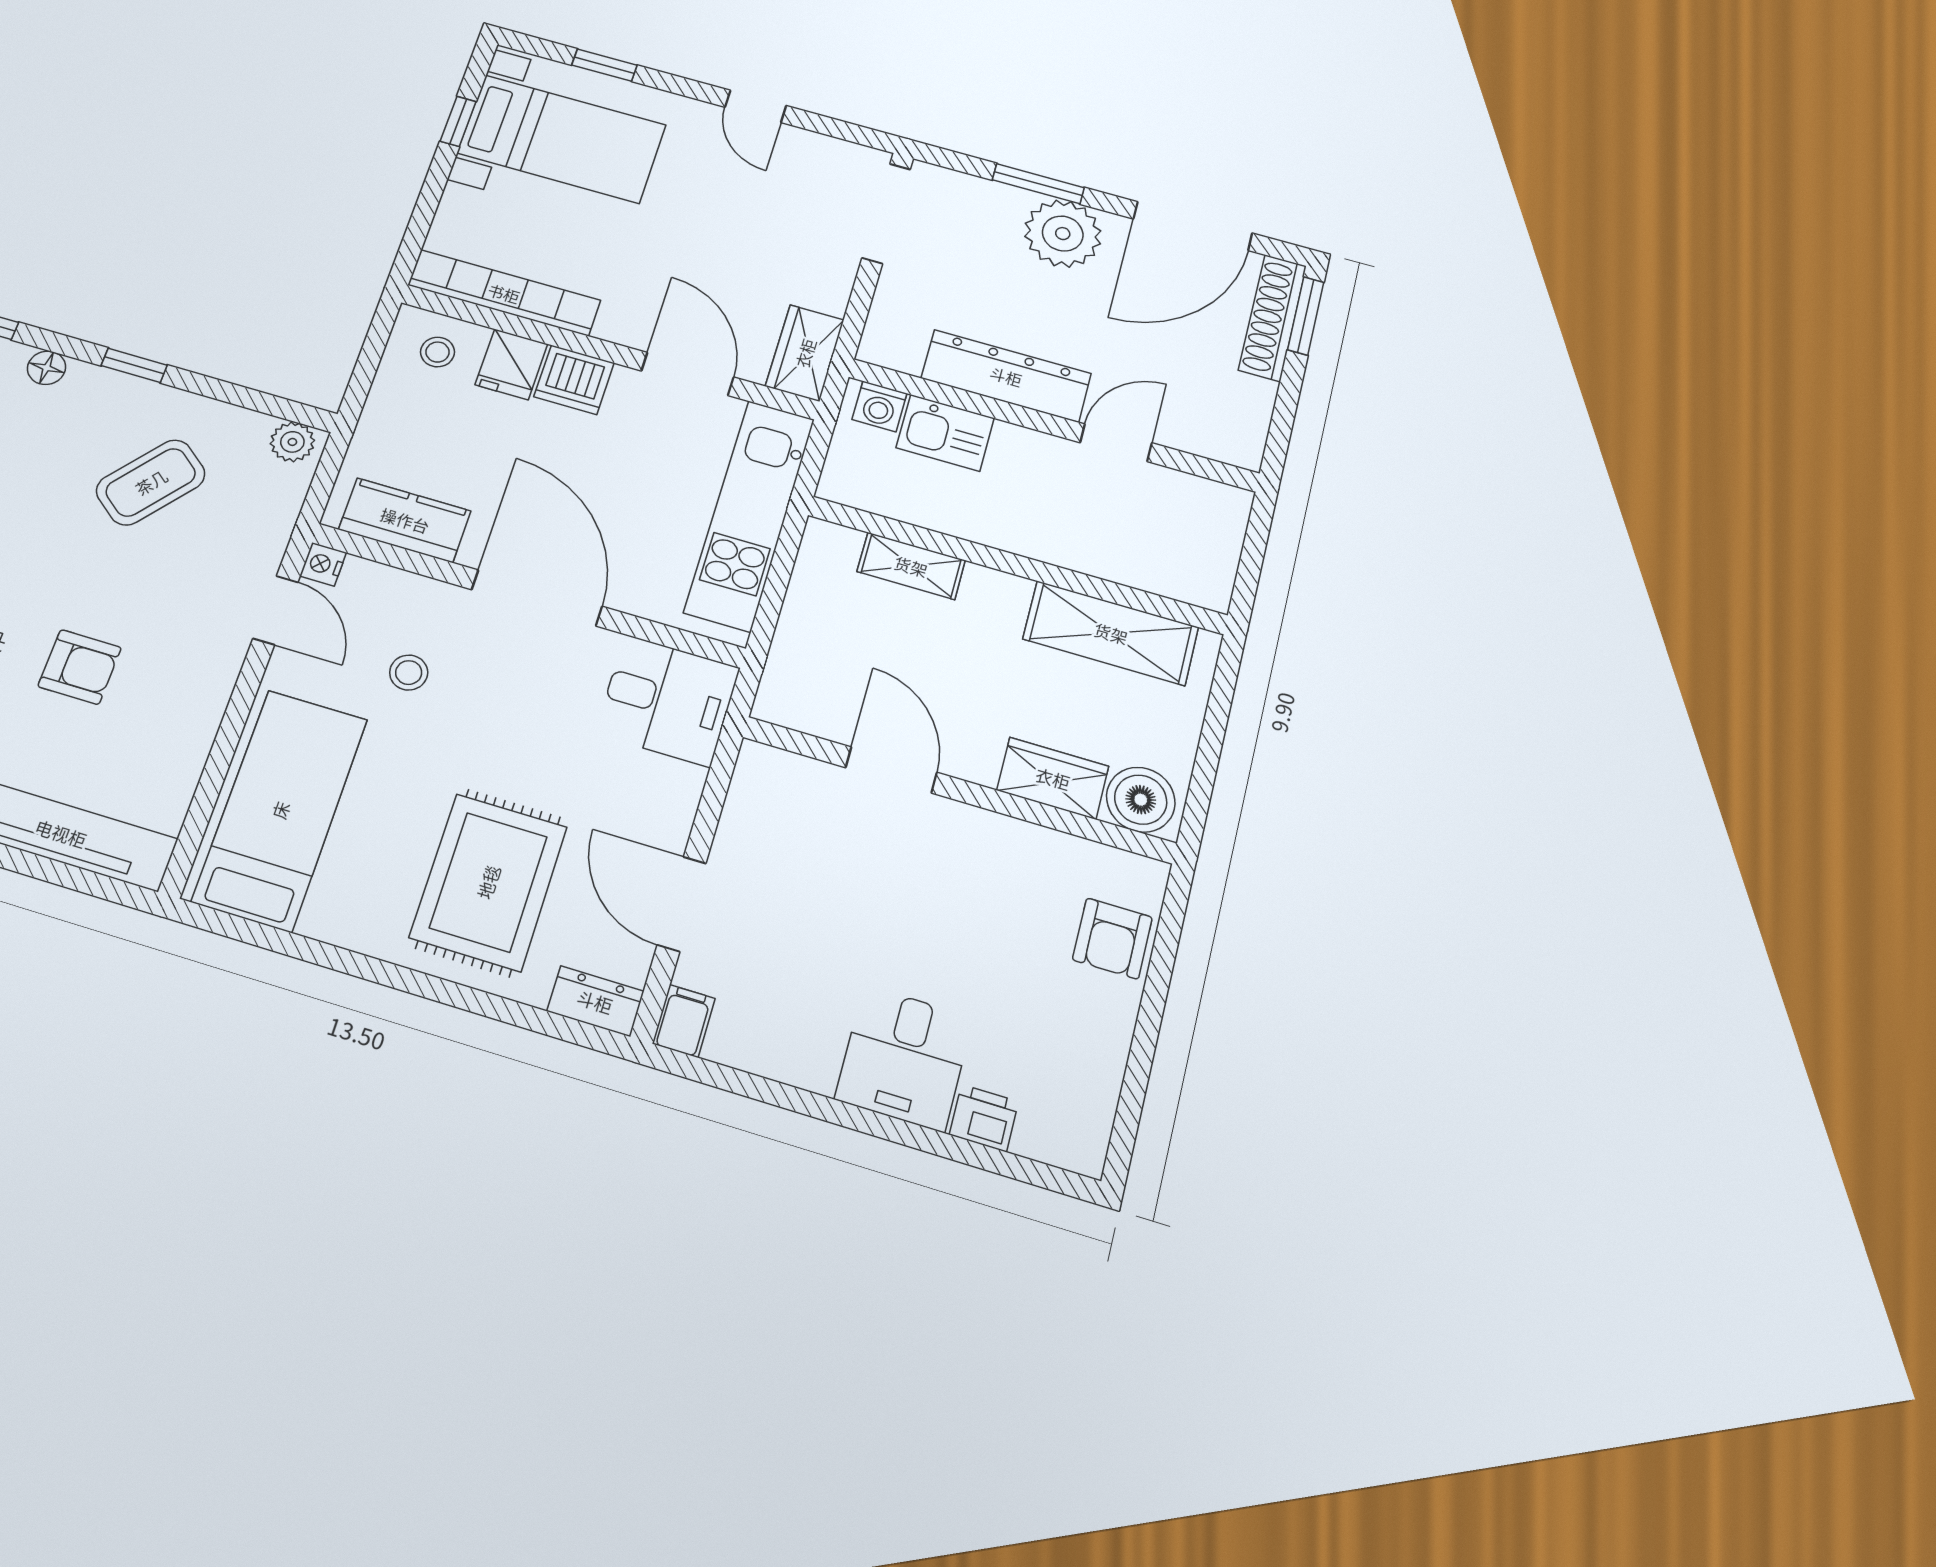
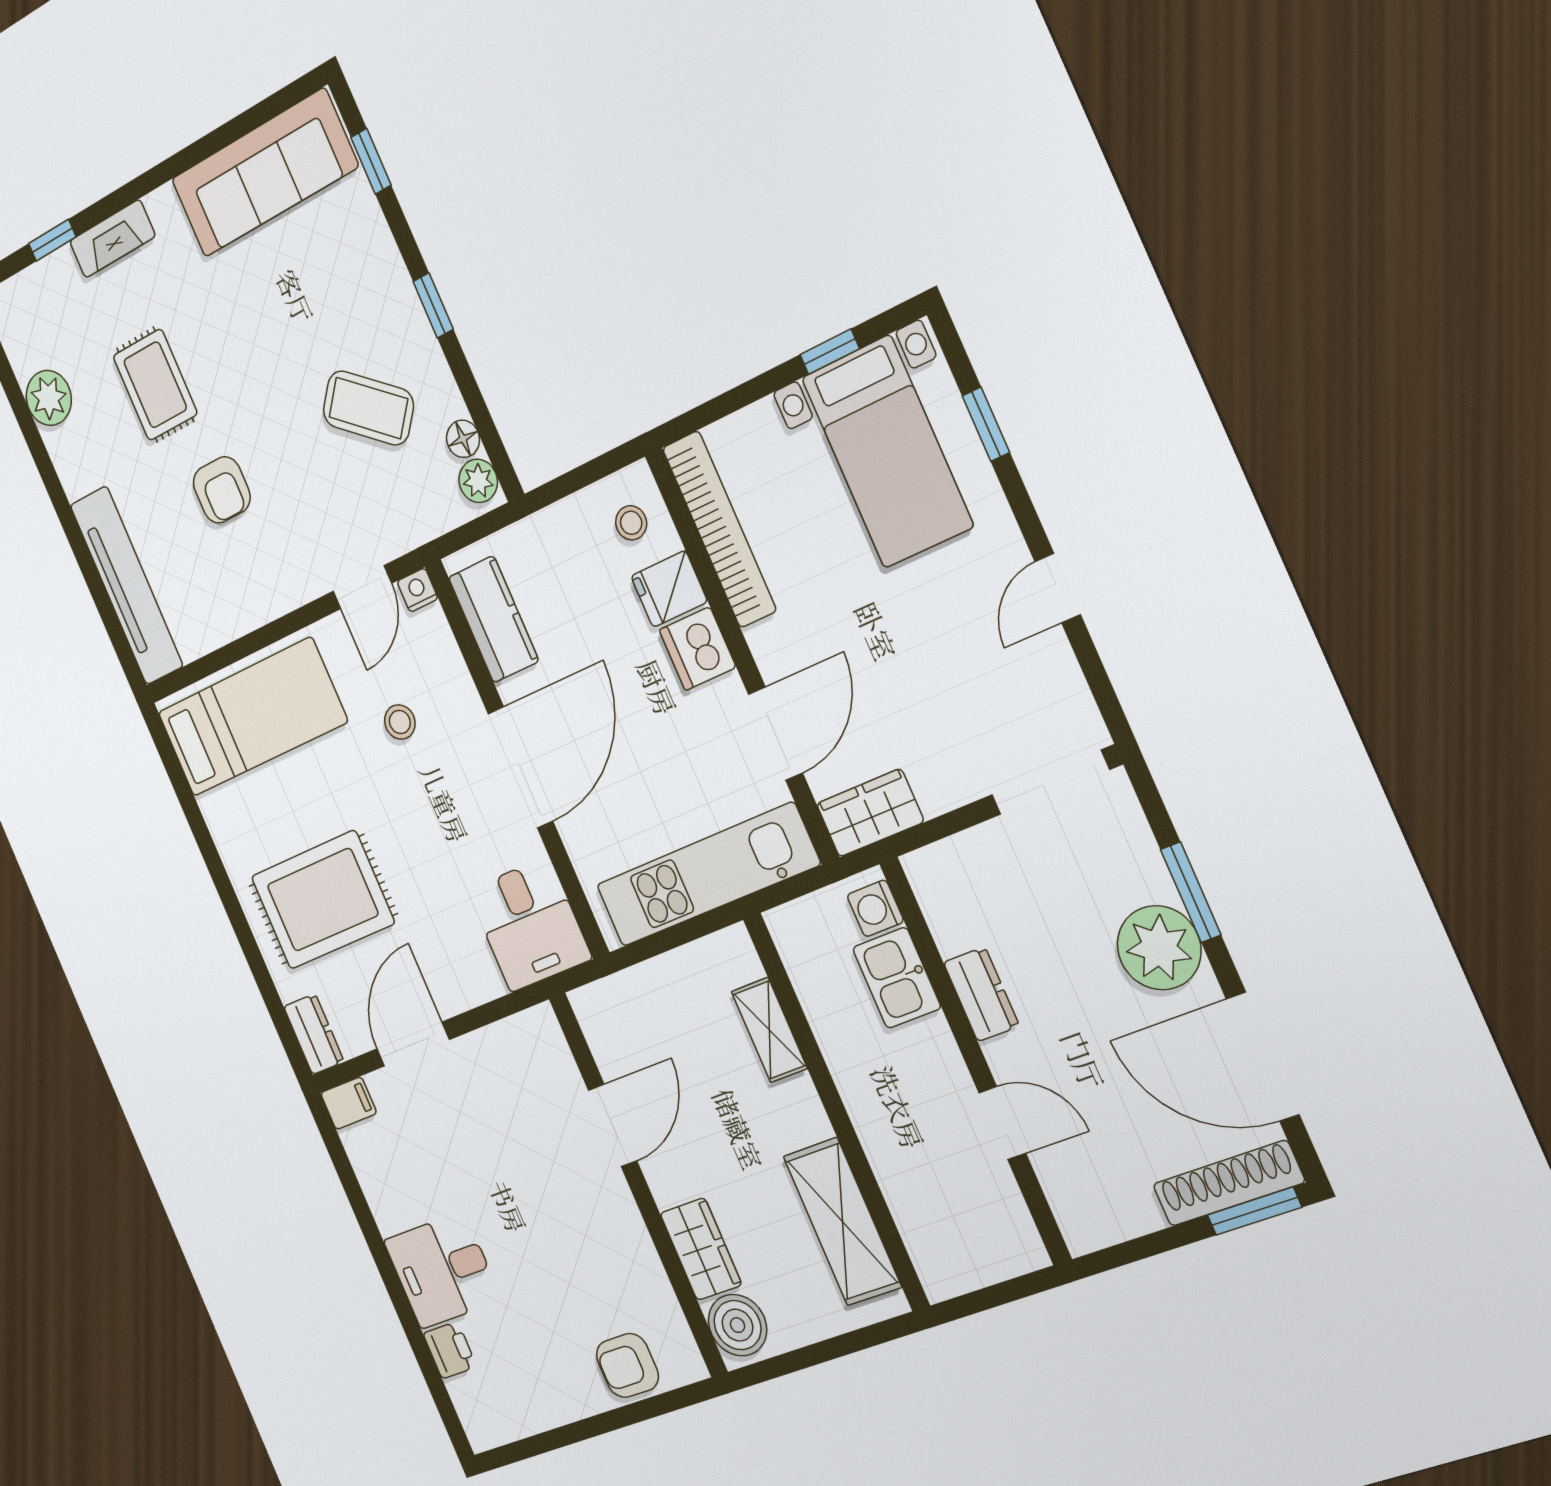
floor lamp: (47, 368) -> (463, 439), moved
dresser: (1006, 376) -> (981, 994), width x0.51, depth x0.80

